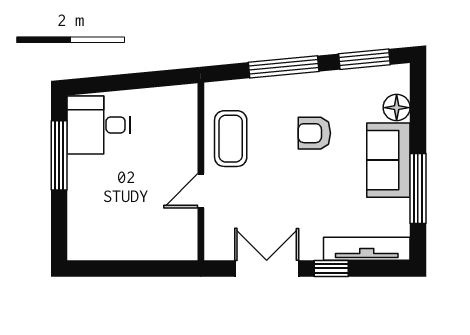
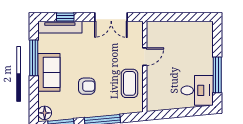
floor lamp: (397, 108) -> (45, 113), moved
window: (331, 268) -> (65, 17), moved

